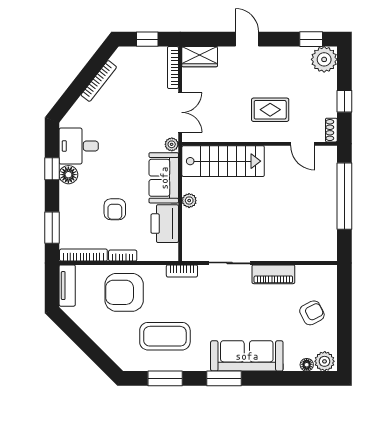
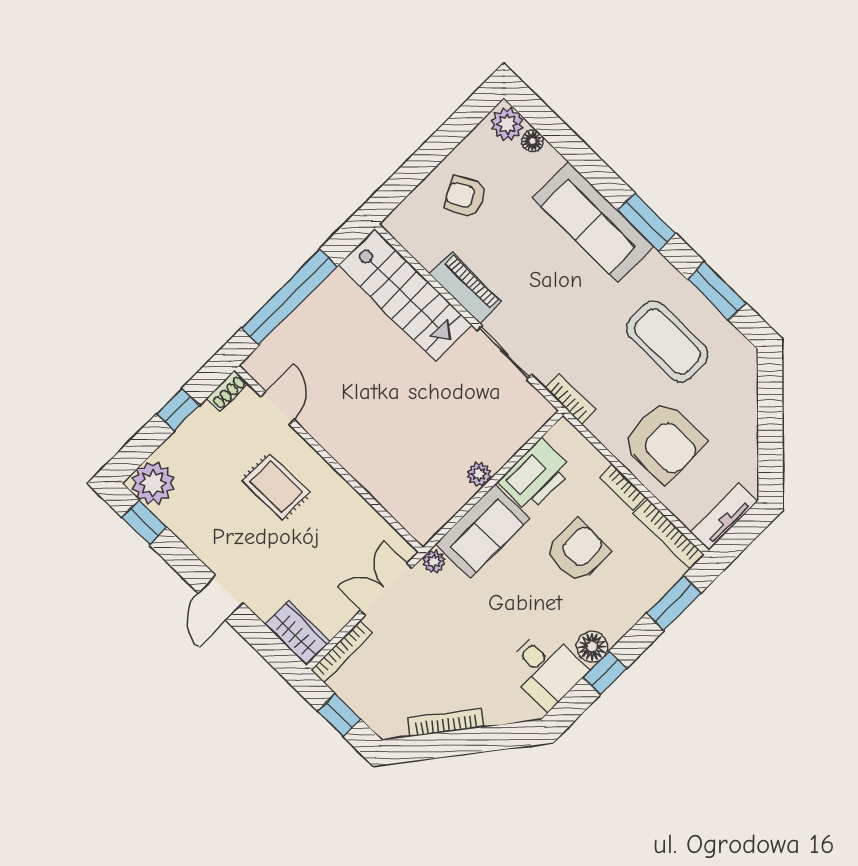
stairs: (223, 161) -> (405, 295), moved, turned 180
armchair: (115, 209) -> (578, 551), width x1.38, depth x1.38

